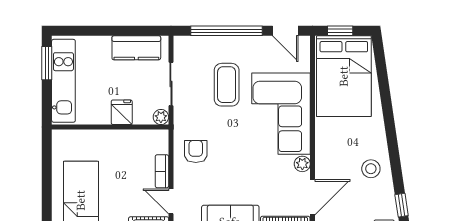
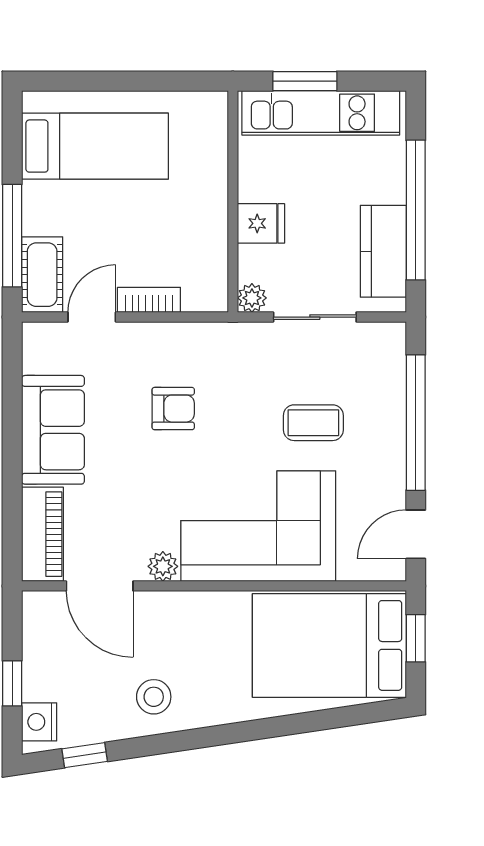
window: (115, 31) -> (416, 210), added
window: (47, 63) -> (305, 81), moved
coffee table: (227, 85) -> (313, 423), width x0.73, depth x0.77
armchair: (196, 151) -> (173, 409), moved

